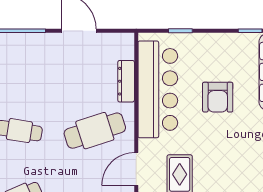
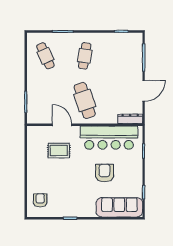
dresser: (126, 81) -> (130, 119), moved
armchair: (218, 97) -> (104, 173), turned 90

